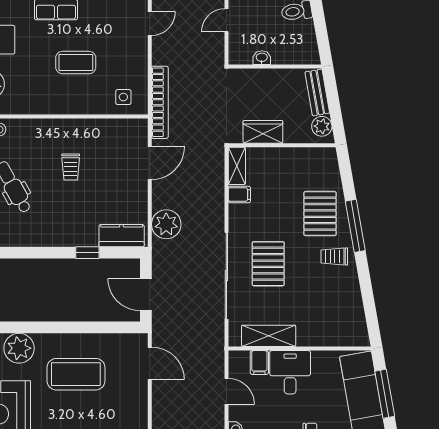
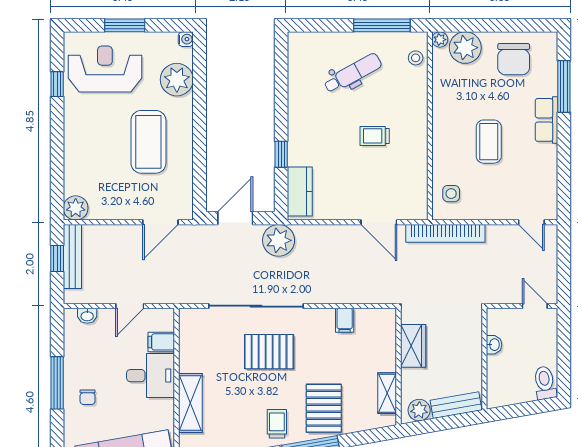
shelving: (237, 166) -> (387, 393), moved, turned 90
pallet: (320, 214) -> (324, 408), turned 90
plant: (166, 224) -> (279, 240), moved
shelving: (269, 336) -> (190, 403), moved

